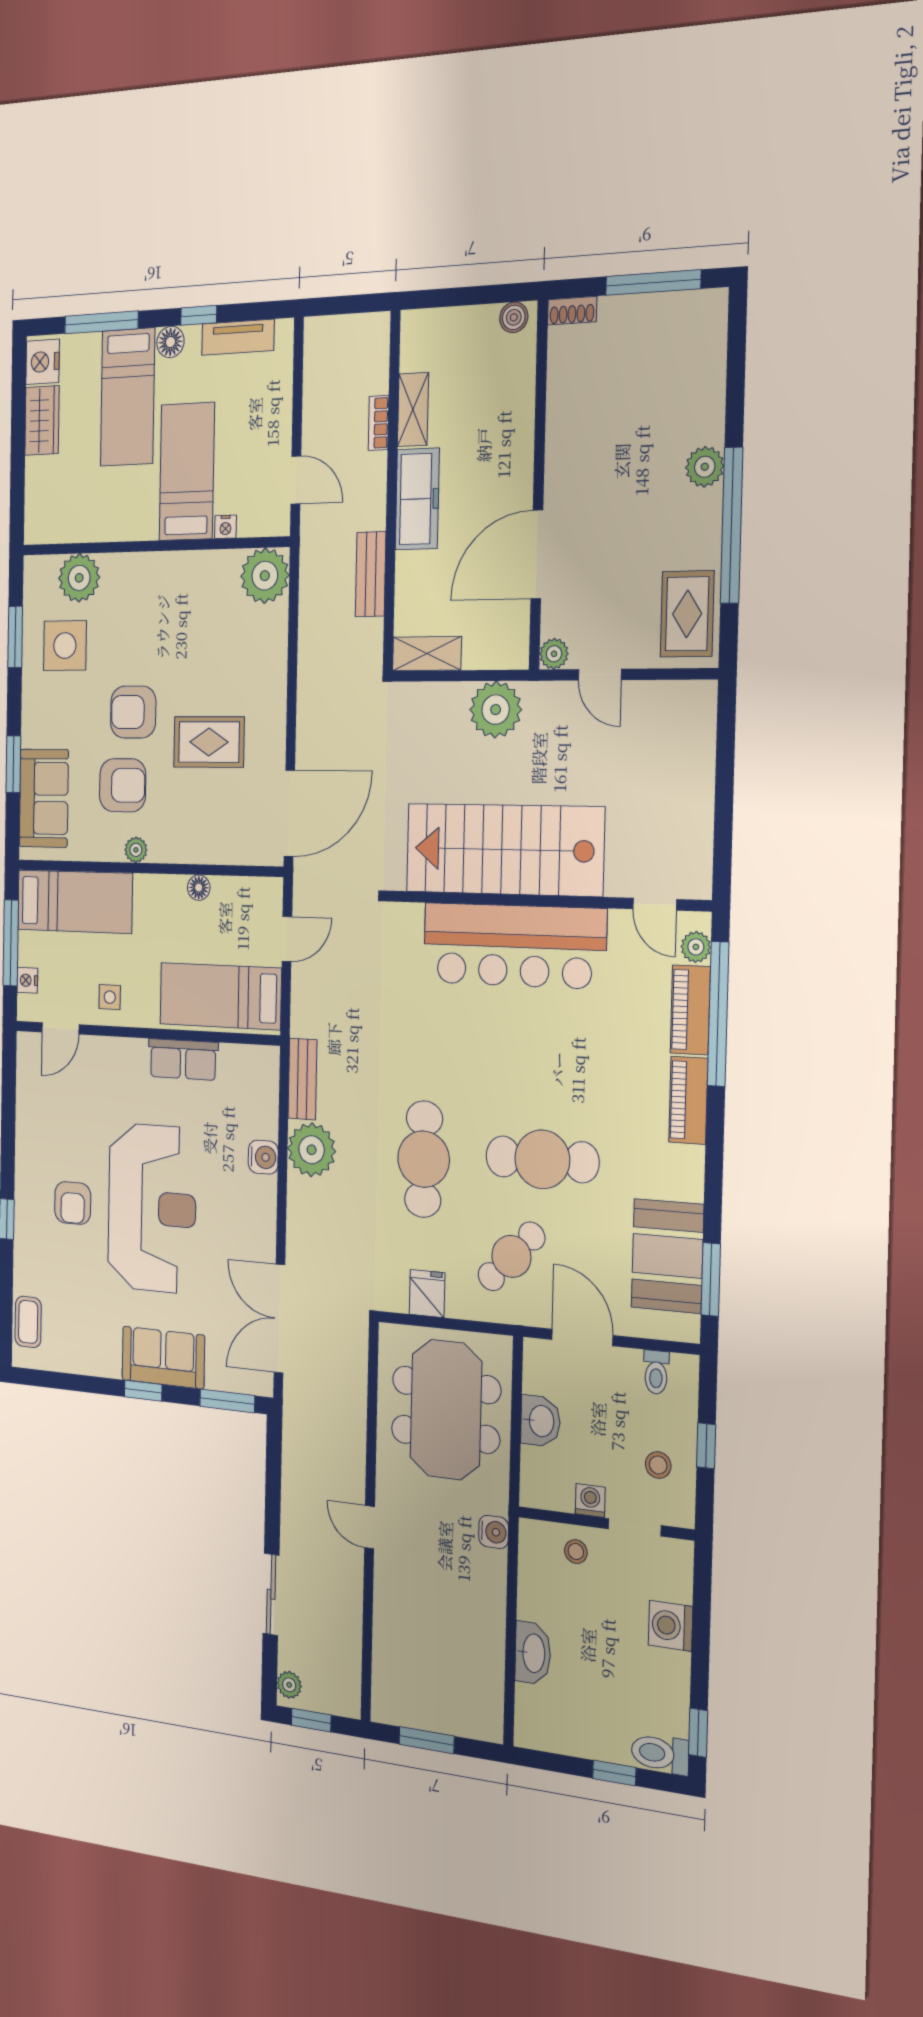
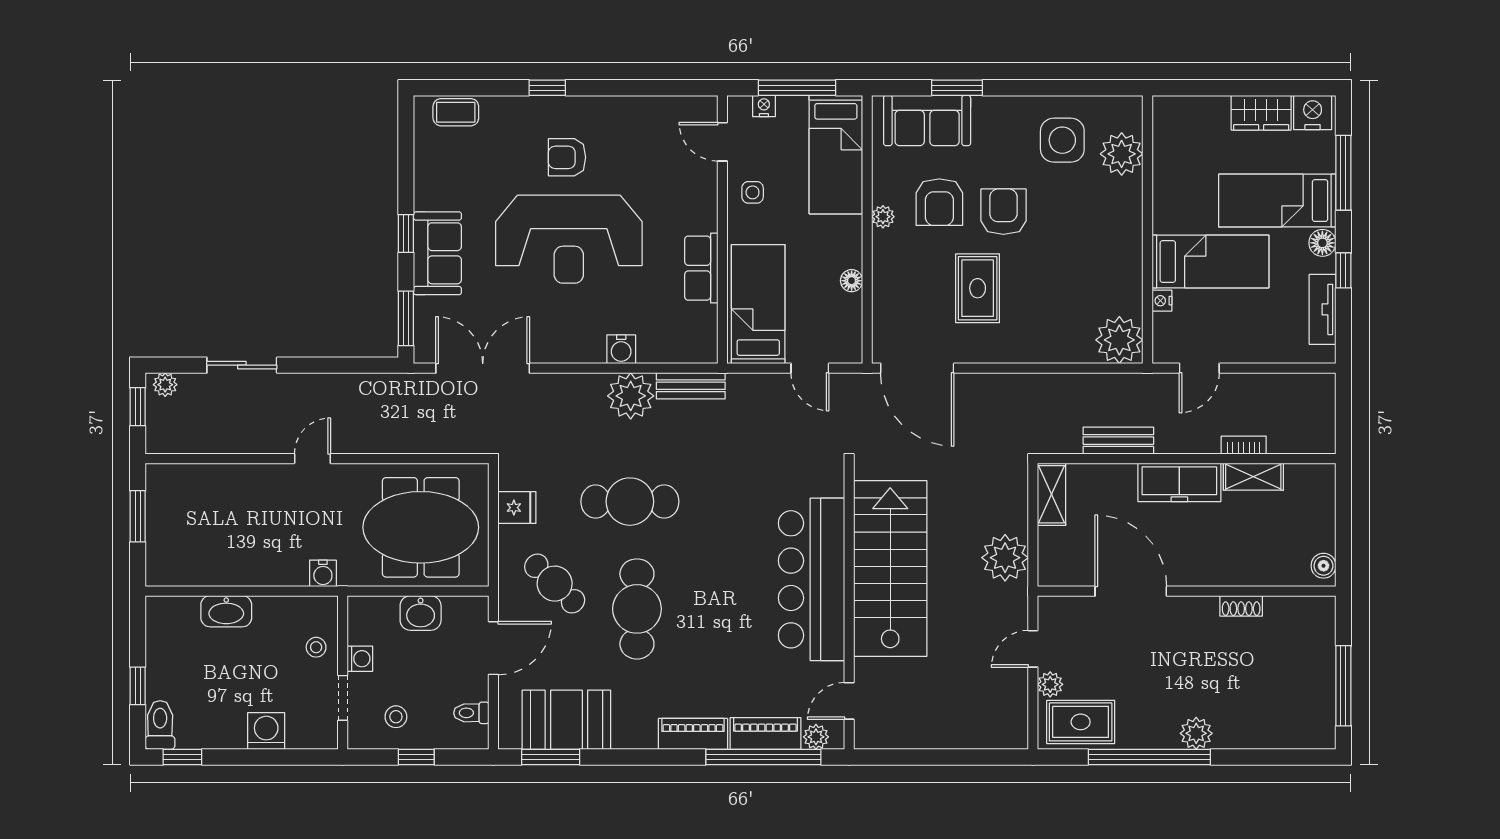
shoe rack: (572, 311) -> (1241, 606), moved, turned -90
window: (15, 637) -> (1071, 88), removed
plant: (554, 654) -> (1050, 684), moved

